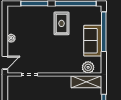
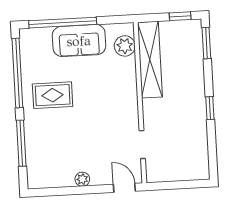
shelving: (86, 82) -> (150, 60), width x1.47

